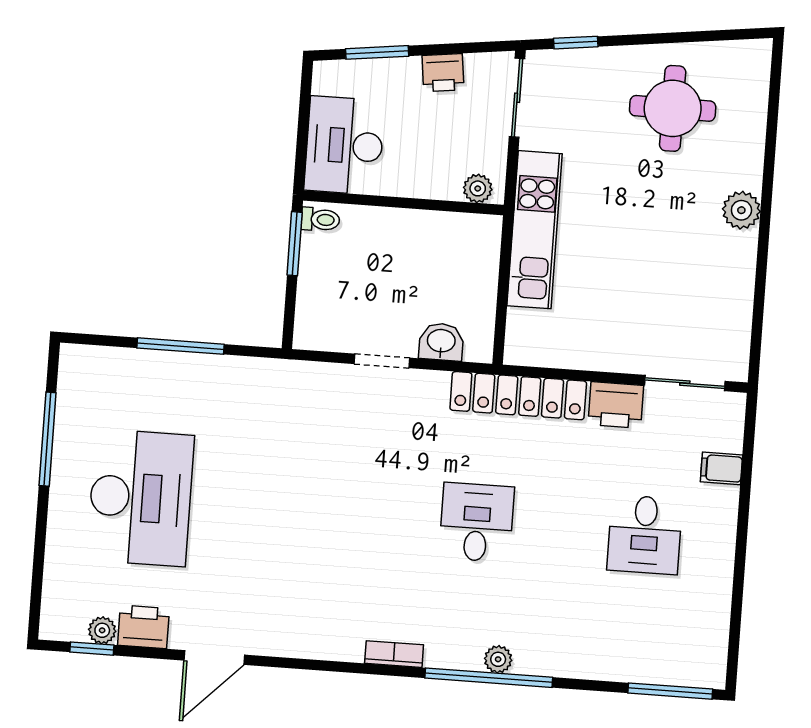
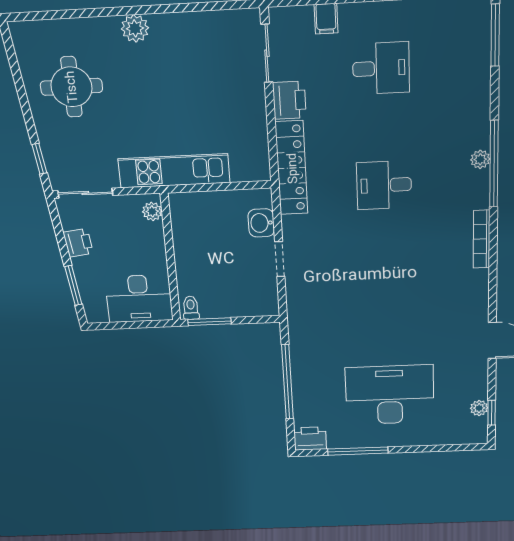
window: (181, 346) -> (287, 382), width x1.46
printer: (144, 627) -> (310, 439), moved, turned 90
bookcase: (394, 654) -> (482, 239), width x1.56

